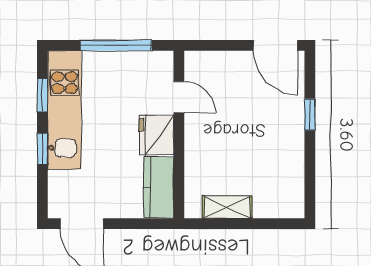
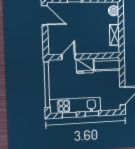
window: (116, 45) -> (47, 85), width x1.46
door: (275, 45) -> (45, 15), hinge flipped
boiler: (284, 206) -> (114, 11), added

